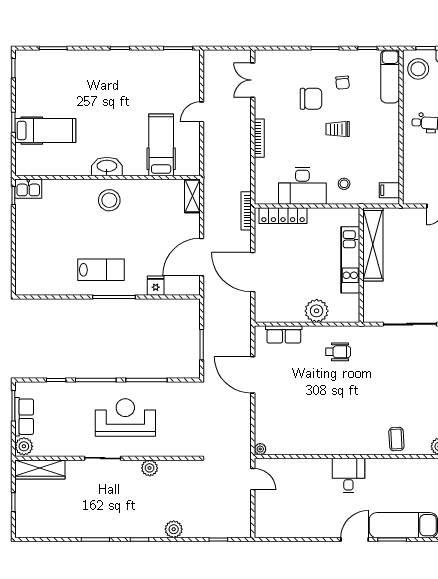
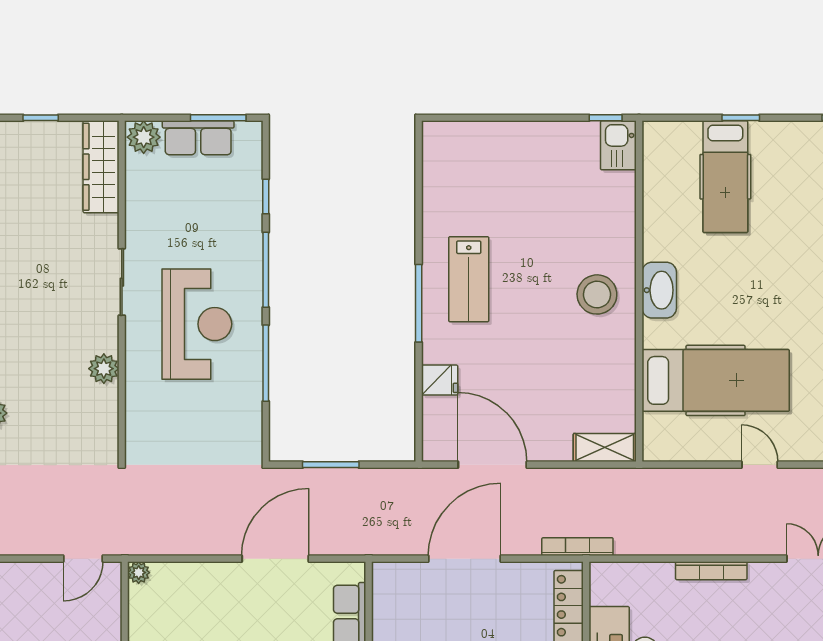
hospital bed: (161, 145) -> (716, 380), width x1.37, depth x1.29

